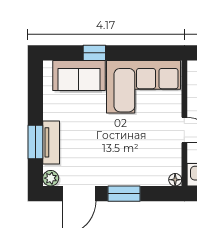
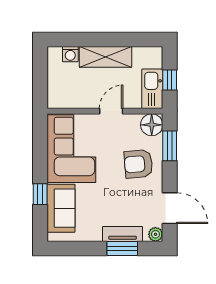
armchair: (127, 160) -> (138, 164), added
floor lamp: (175, 180) -> (152, 125), width x1.89, depth x1.89
window: (124, 194) -> (170, 146), moved

